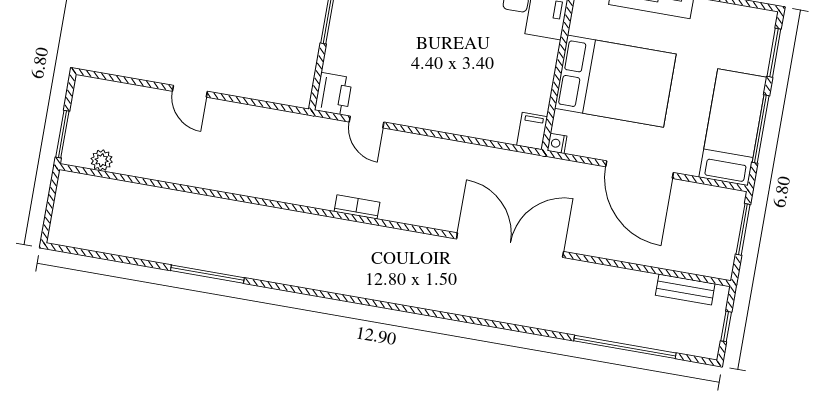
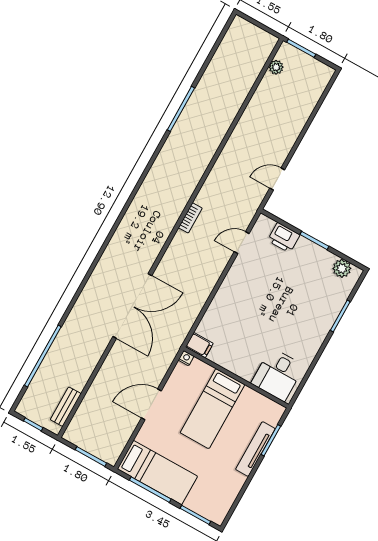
bed: (615, 81) -> (212, 409), width x0.67
door: (190, 91) -> (277, 179), moved
printer: (333, 94) -> (284, 238), moved
door: (639, 170) -> (151, 404), width x0.73

